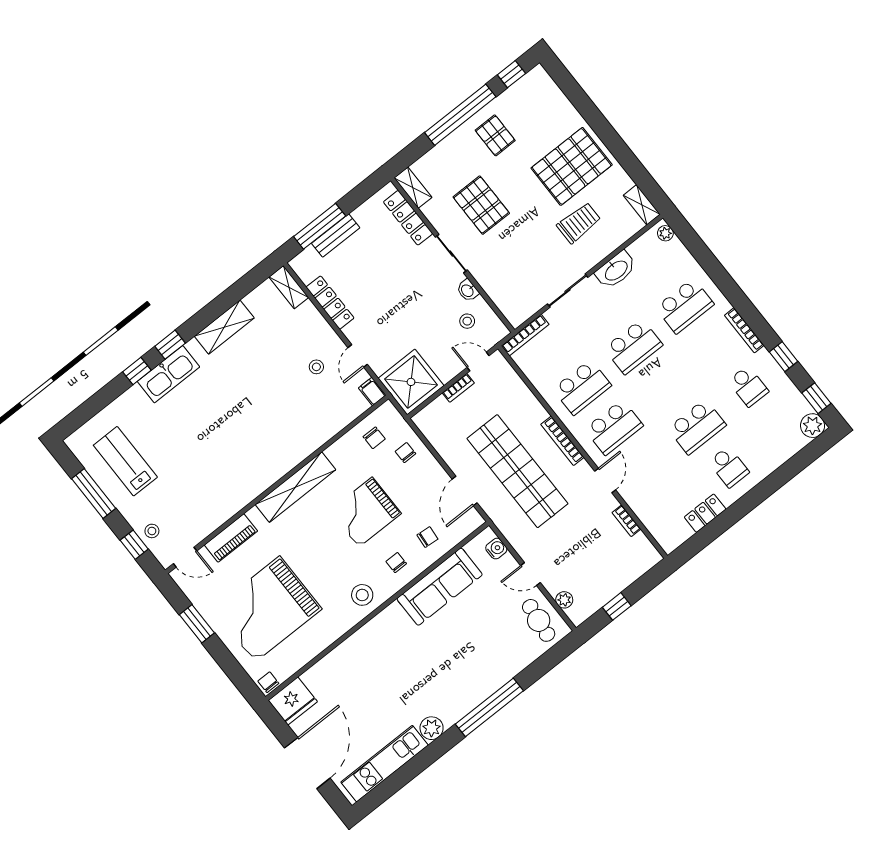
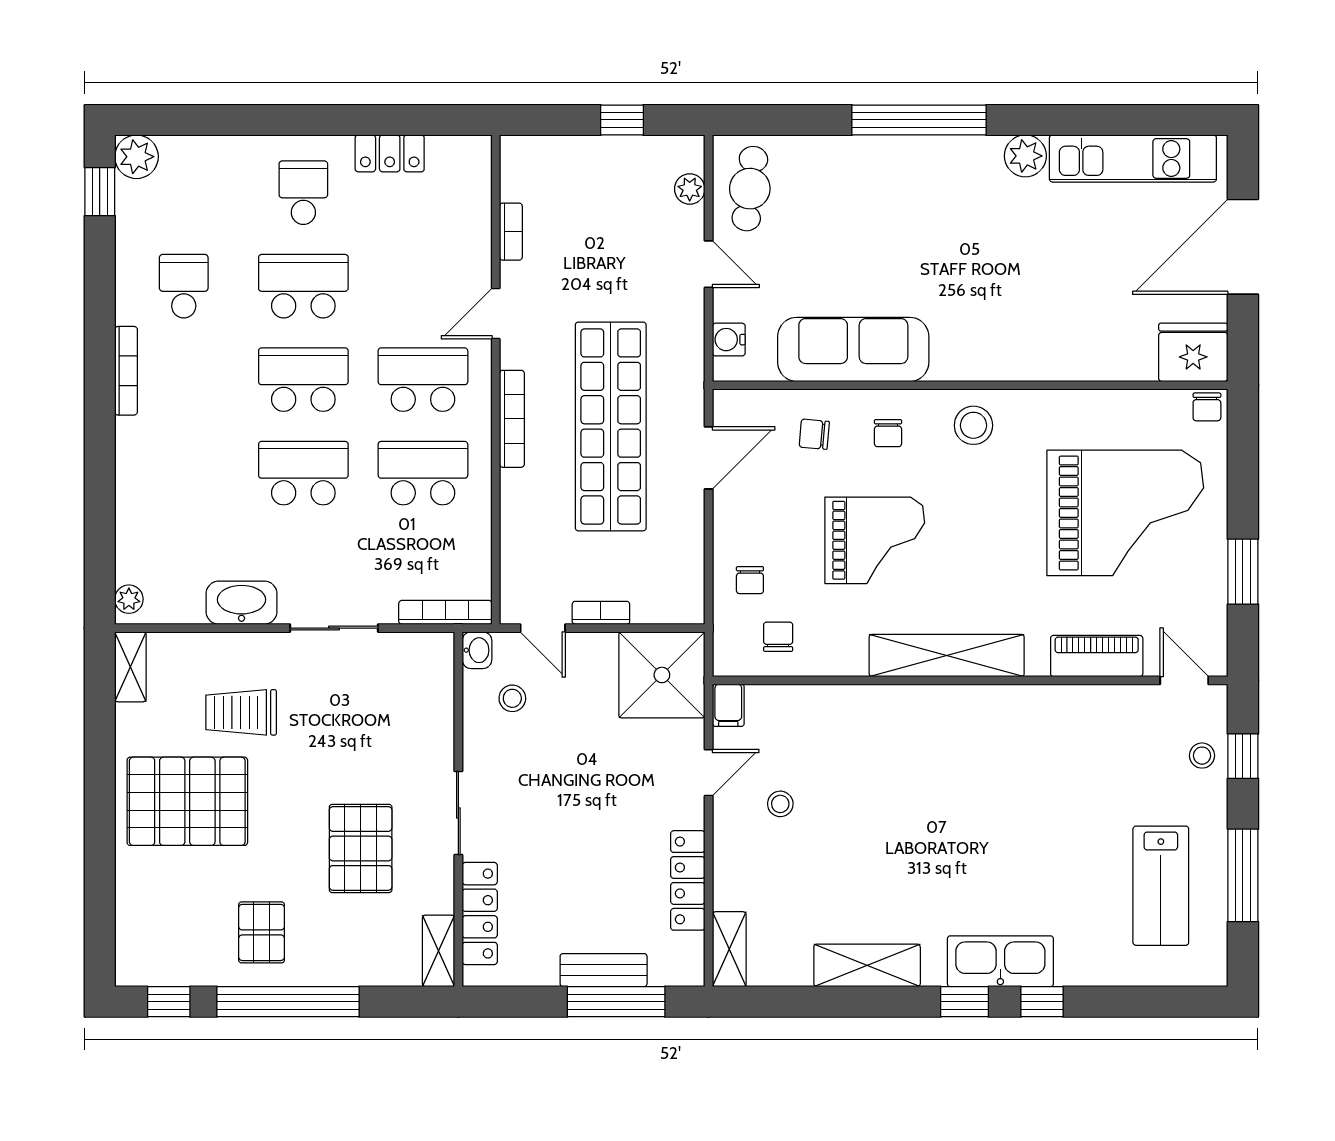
washbasin: (468, 290) -> (477, 650), moved
school desk: (685, 306) -> (303, 380), moved
window: (783, 357) -> (100, 289), removed

